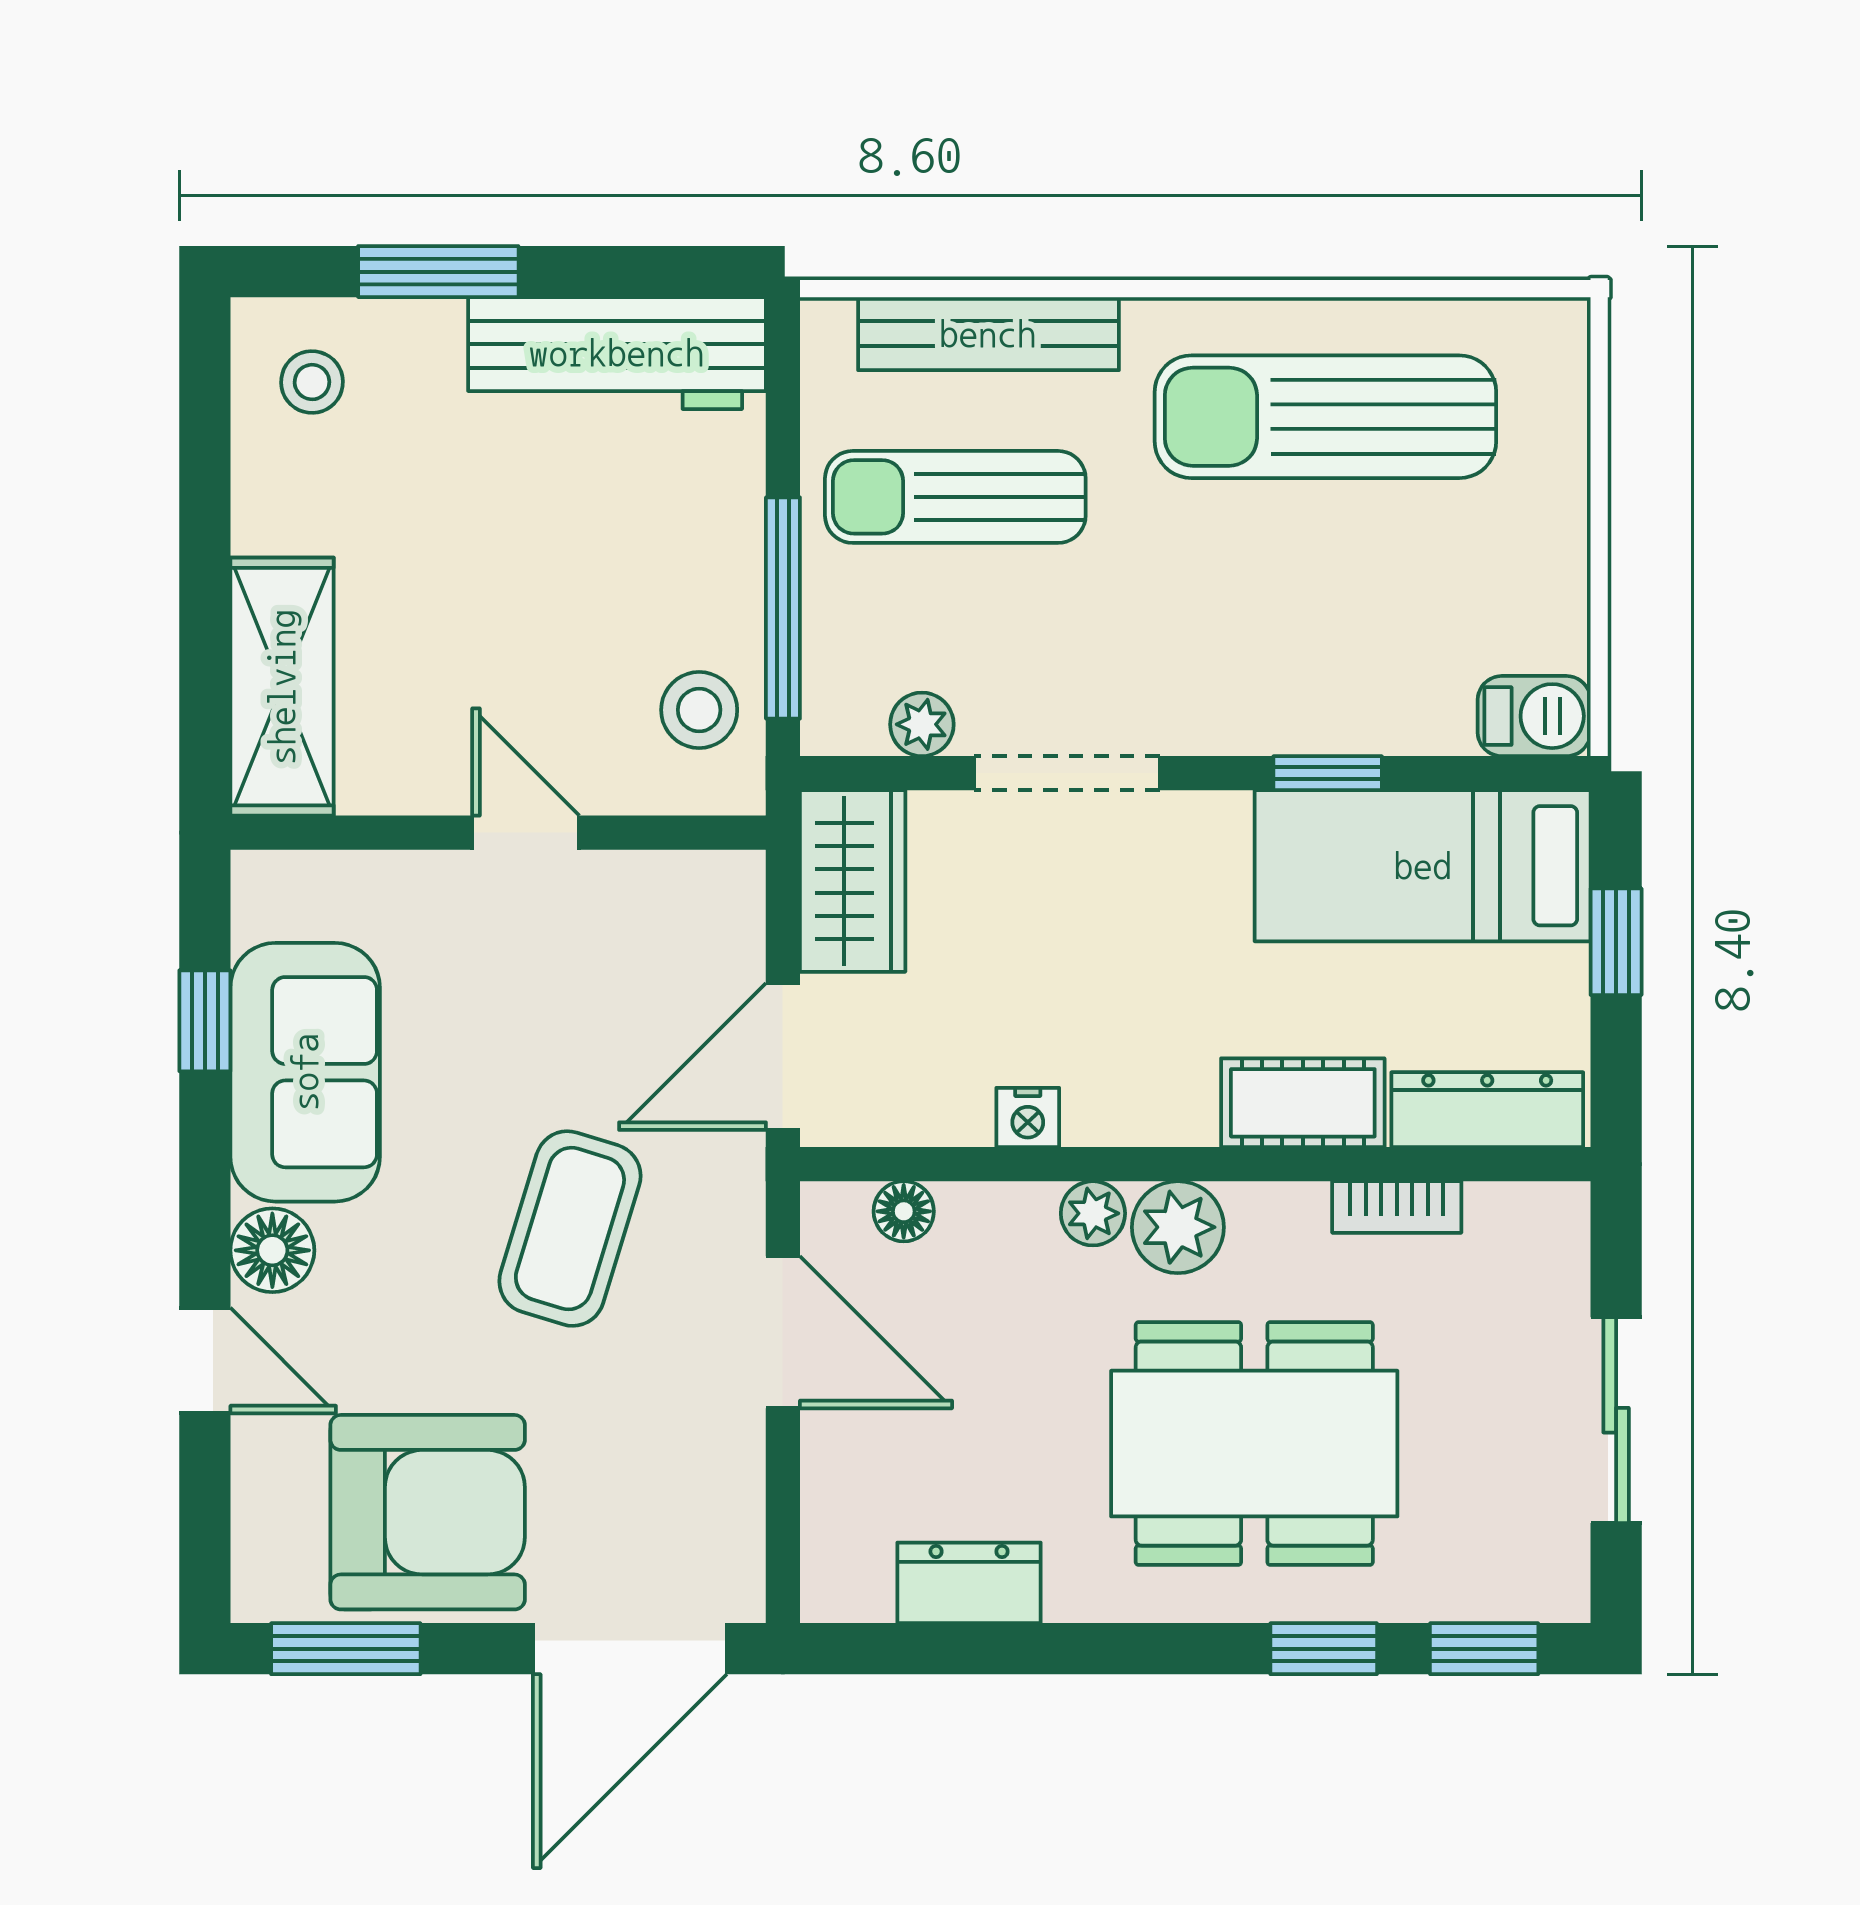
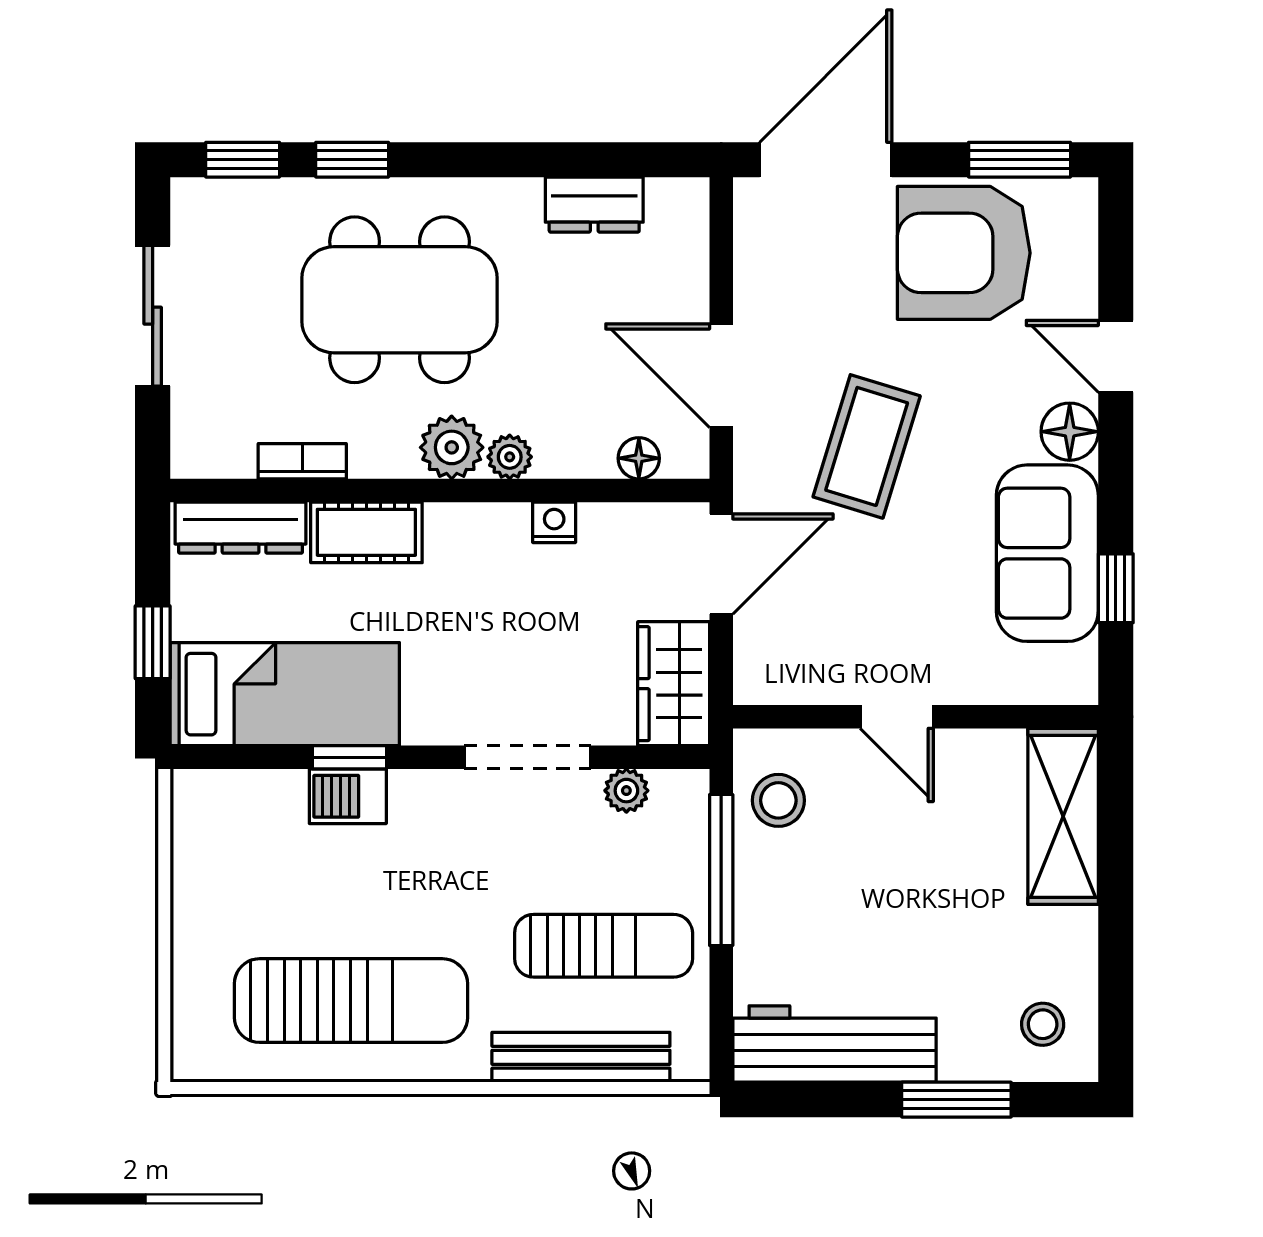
barbecue: (1534, 716) -> (348, 796), moved

